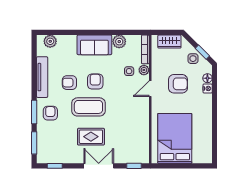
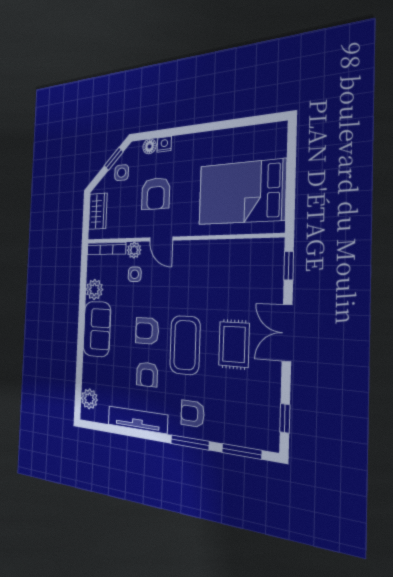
armchair: (178, 84) -> (156, 194), turned 180

